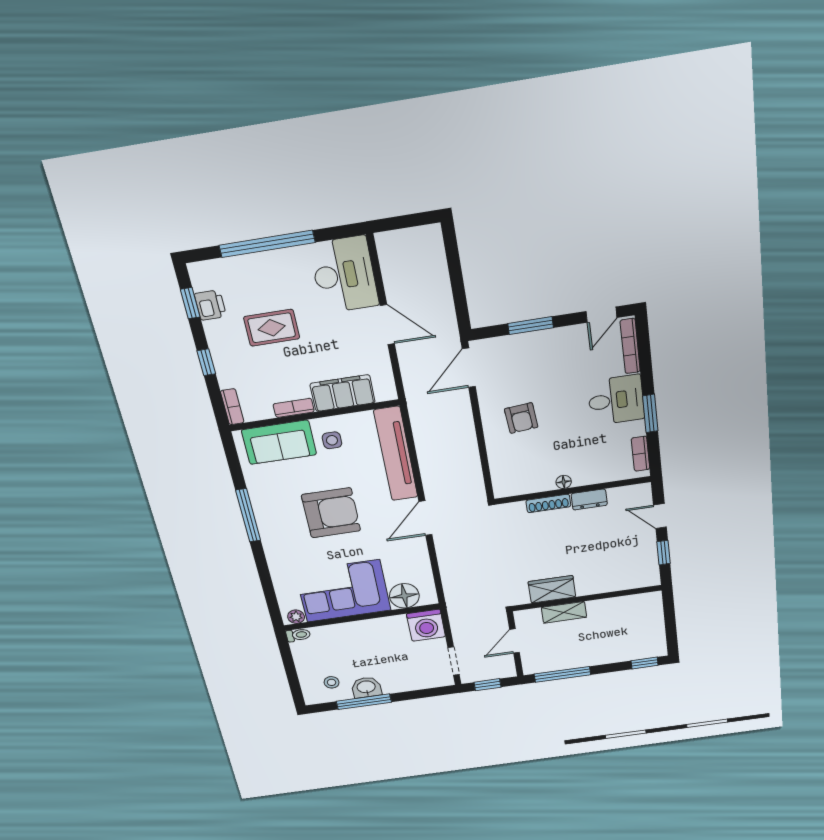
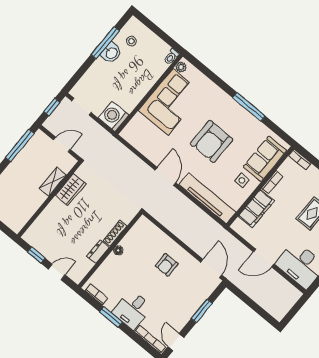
armchair: (521, 418) -> (167, 265), turned -85
floor lamp: (404, 596) -> (139, 125), removed
door: (515, 641) -> (62, 145), hinge flipped

